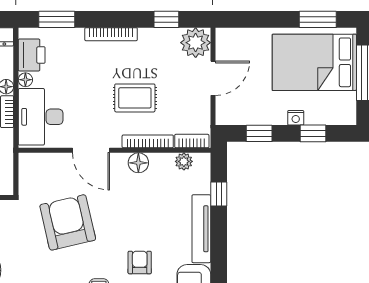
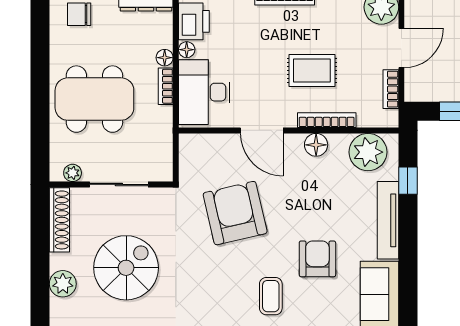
bookcase: (192, 141) -> (391, 89), moved, turned -90
plant: (184, 161) -> (368, 152), width x1.88, depth x1.88
armchair: (140, 262) -> (317, 259), width x1.38, depth x1.38

